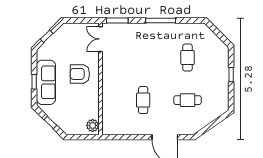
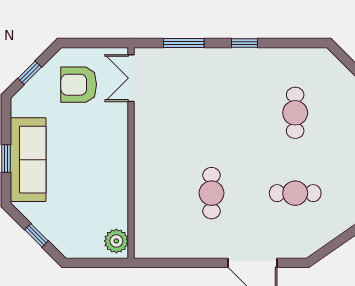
window: (117, 20) -> (184, 43), moved
window: (161, 20) -> (244, 43), width x0.46
armchair: (80, 74) -> (79, 85), moved

